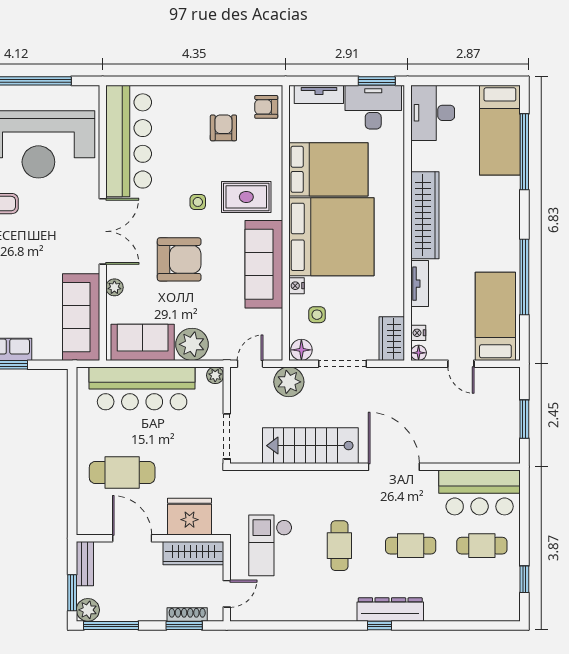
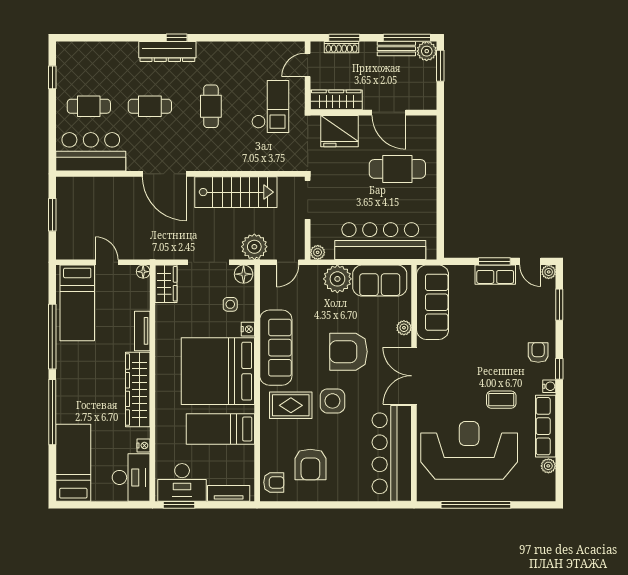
armchair: (223, 128) -> (310, 465), width x1.38, depth x1.38
window: (524, 152) -> (52, 412), moved
bed: (328, 169) -> (220, 429), width x0.67
side table: (198, 202) -> (332, 401), width x1.87, depth x1.87
nightstand: (418, 333) -> (143, 445), moved
bench: (85, 564) -> (396, 49), moved, turned 90

